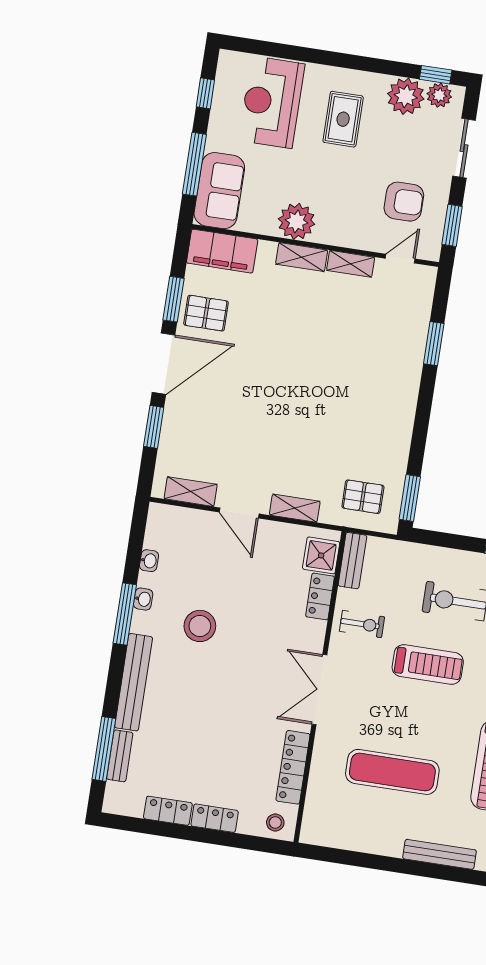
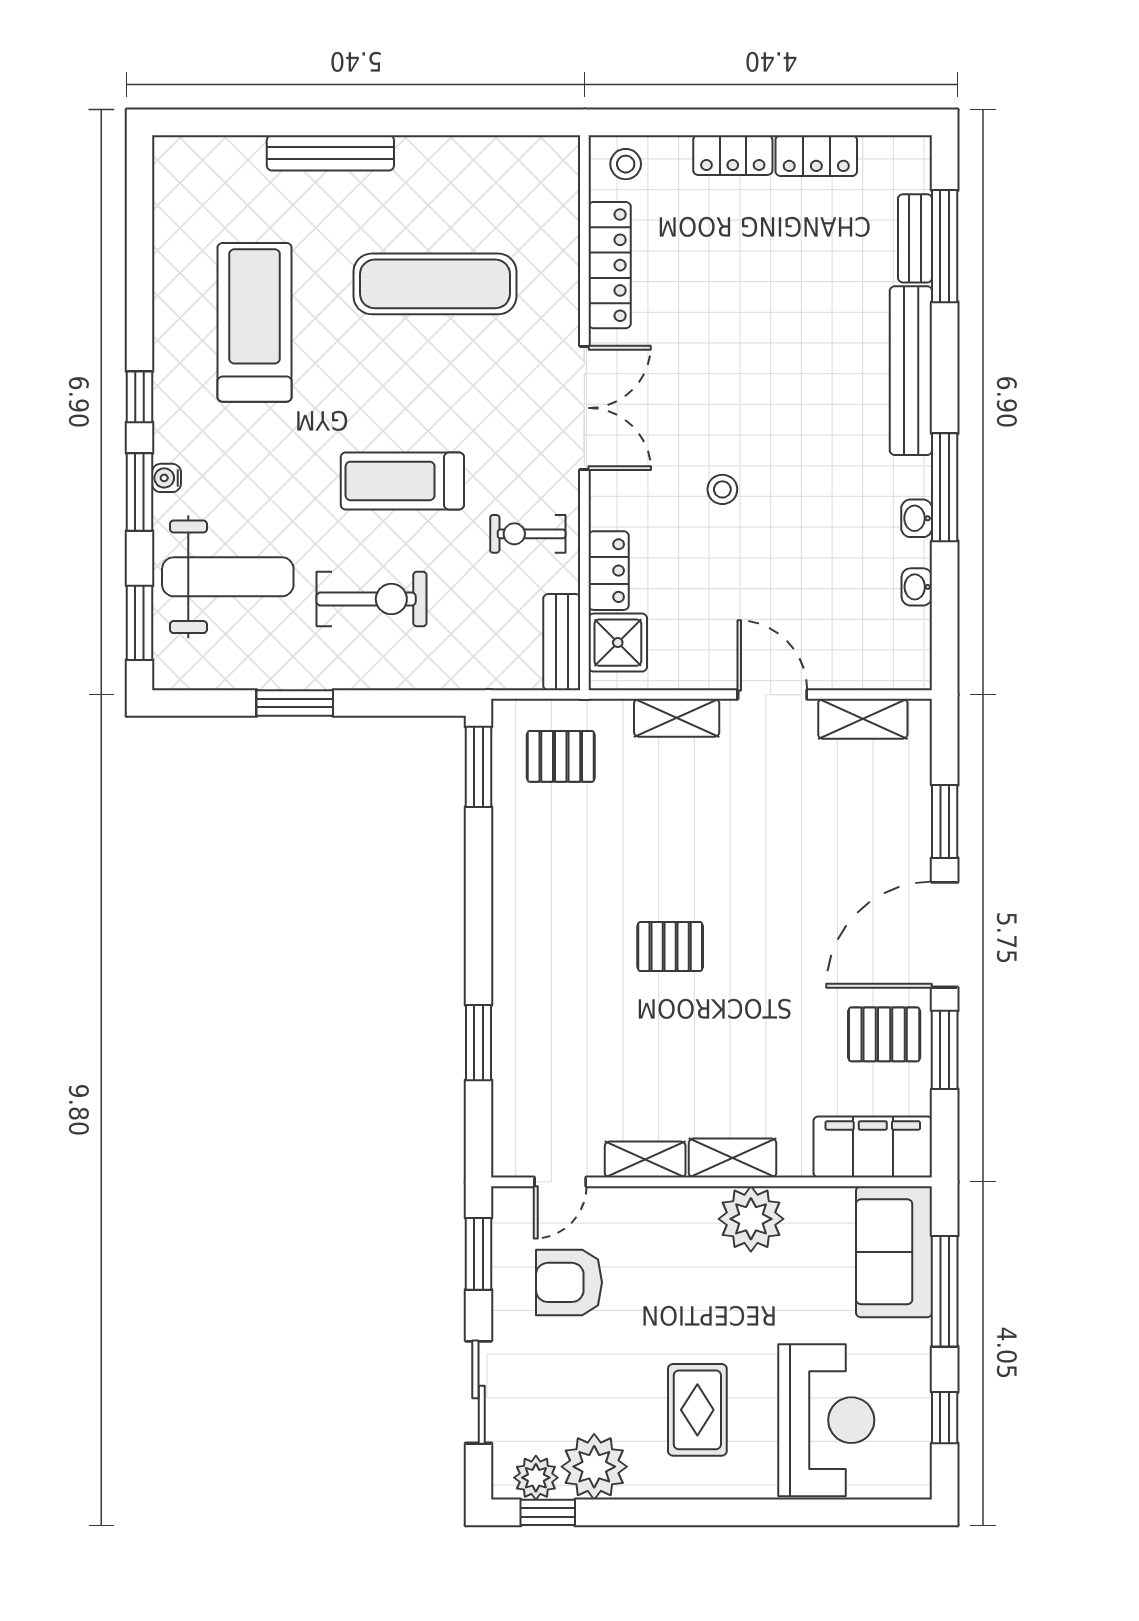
pallet: (318, 381) -> (670, 946), added
stool: (200, 626) -> (722, 489), moved, width x0.53, depth x0.53

